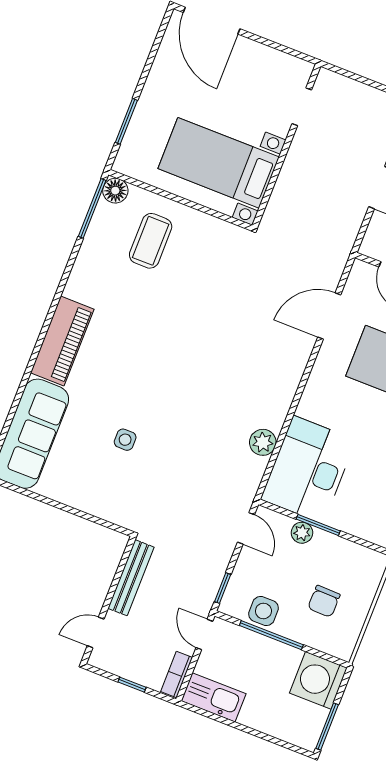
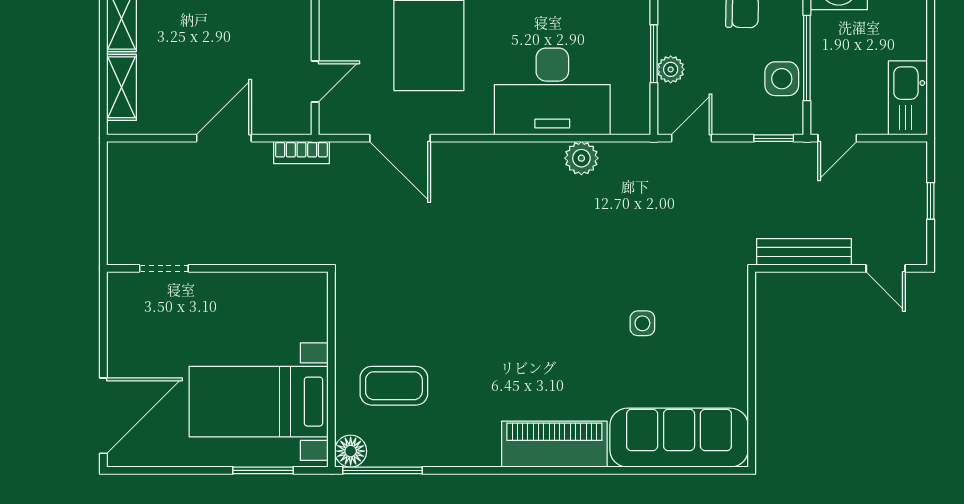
bed with nightstands: (219, 163) -> (259, 402), moved, turned 90
desk: (308, 470) -> (552, 91), moved
bookcase: (177, 675) -> (302, 152), moved

